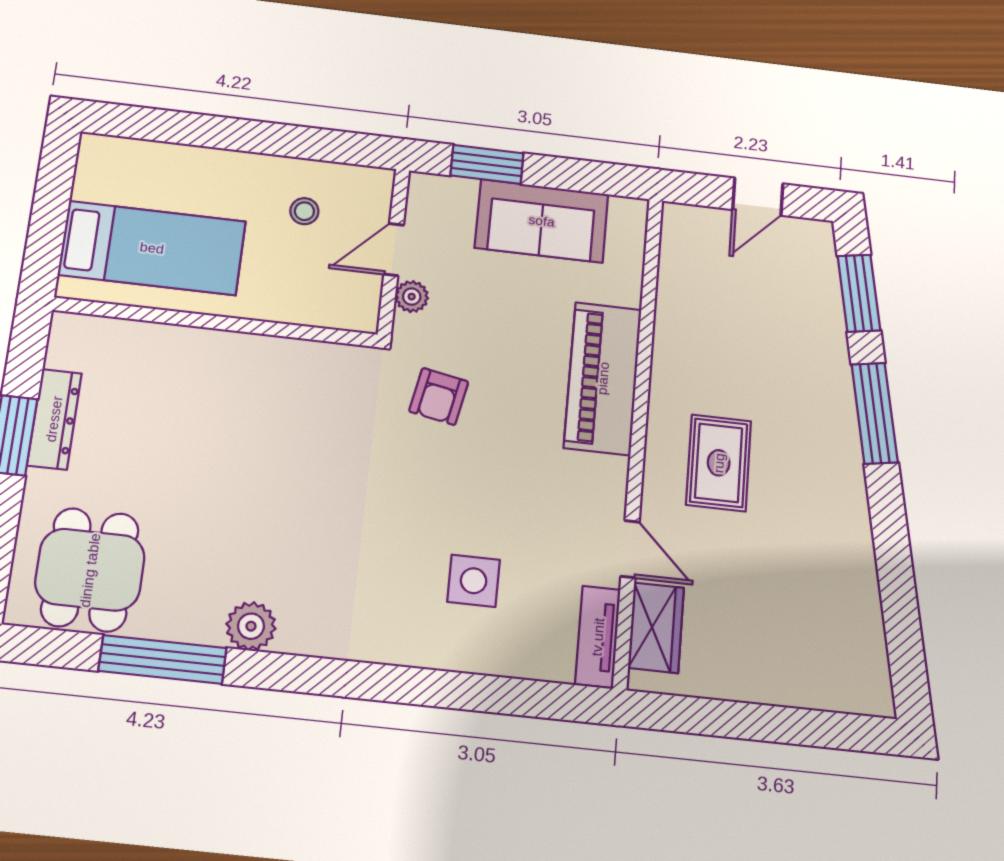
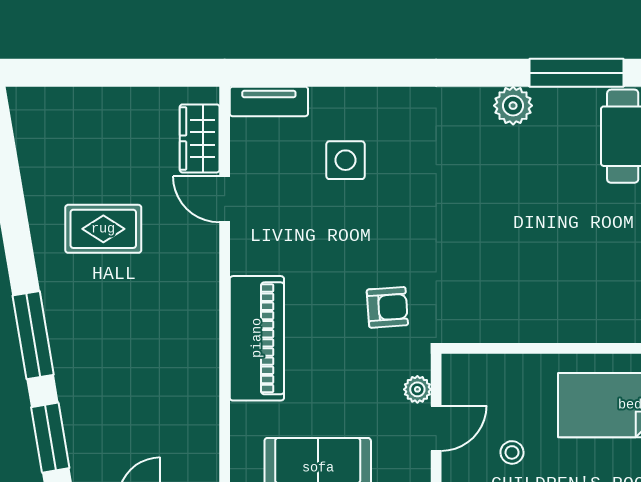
armchair: (439, 396) -> (387, 307), turned 75
rug: (719, 463) -> (103, 229), moved, turned 90
tv unit: (598, 637) -> (269, 101), moved, turned 90

